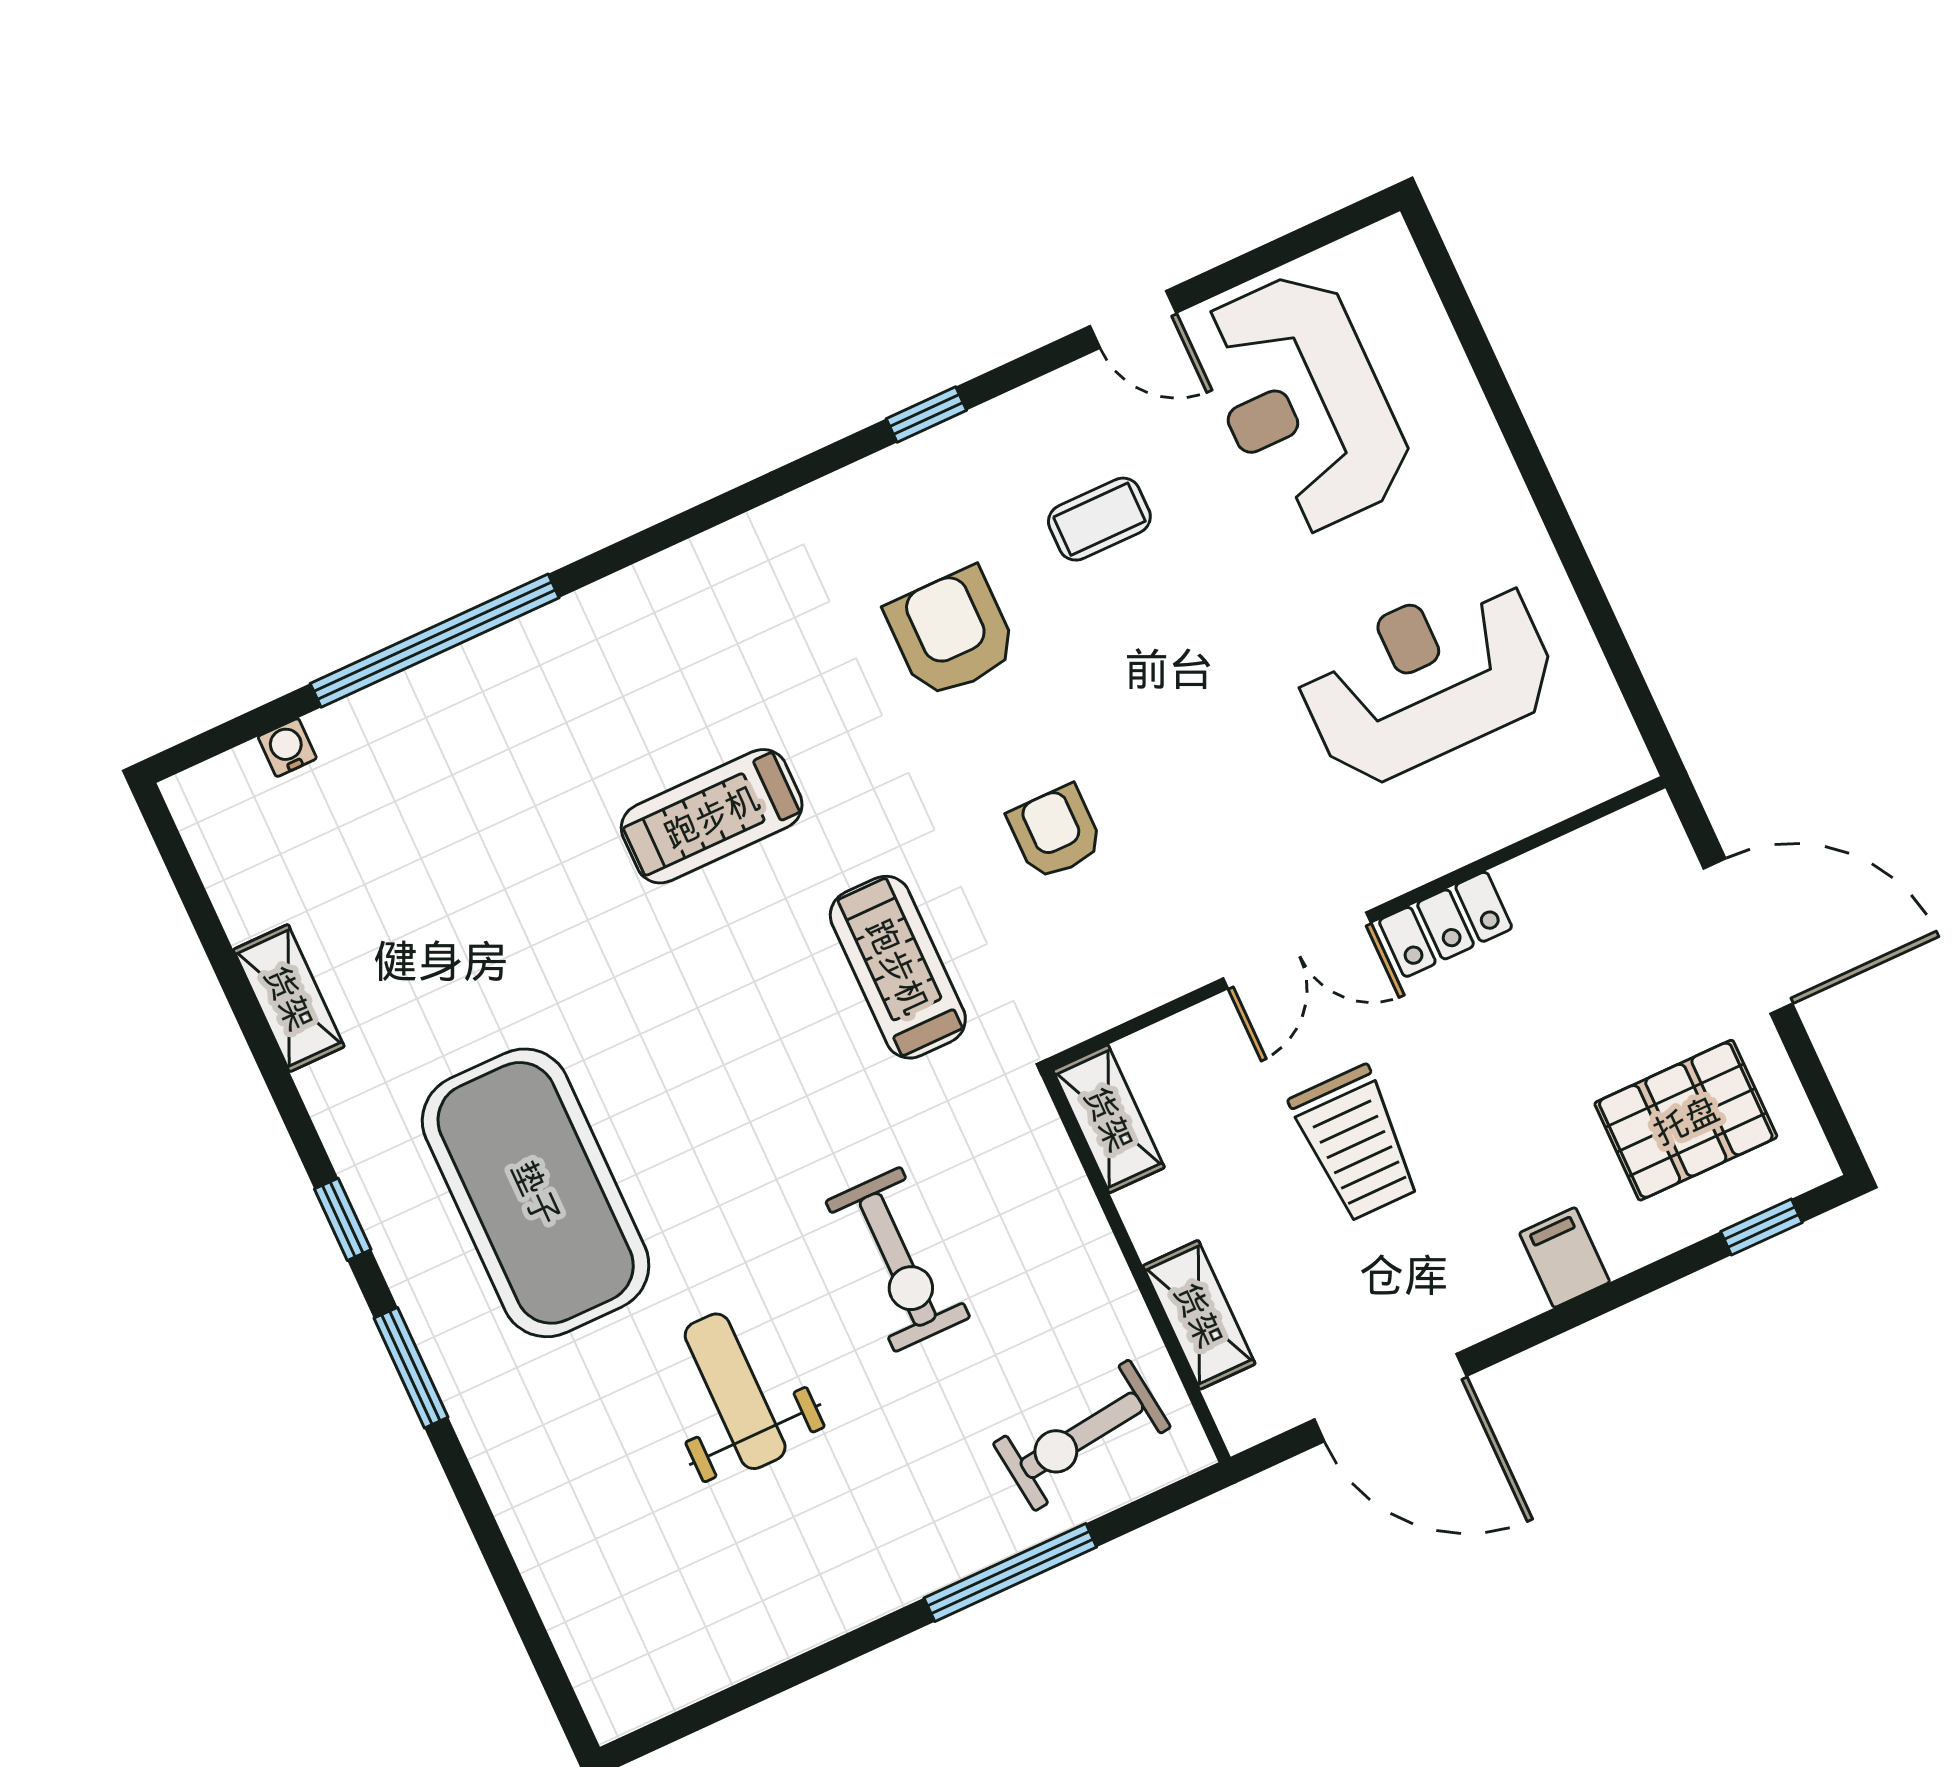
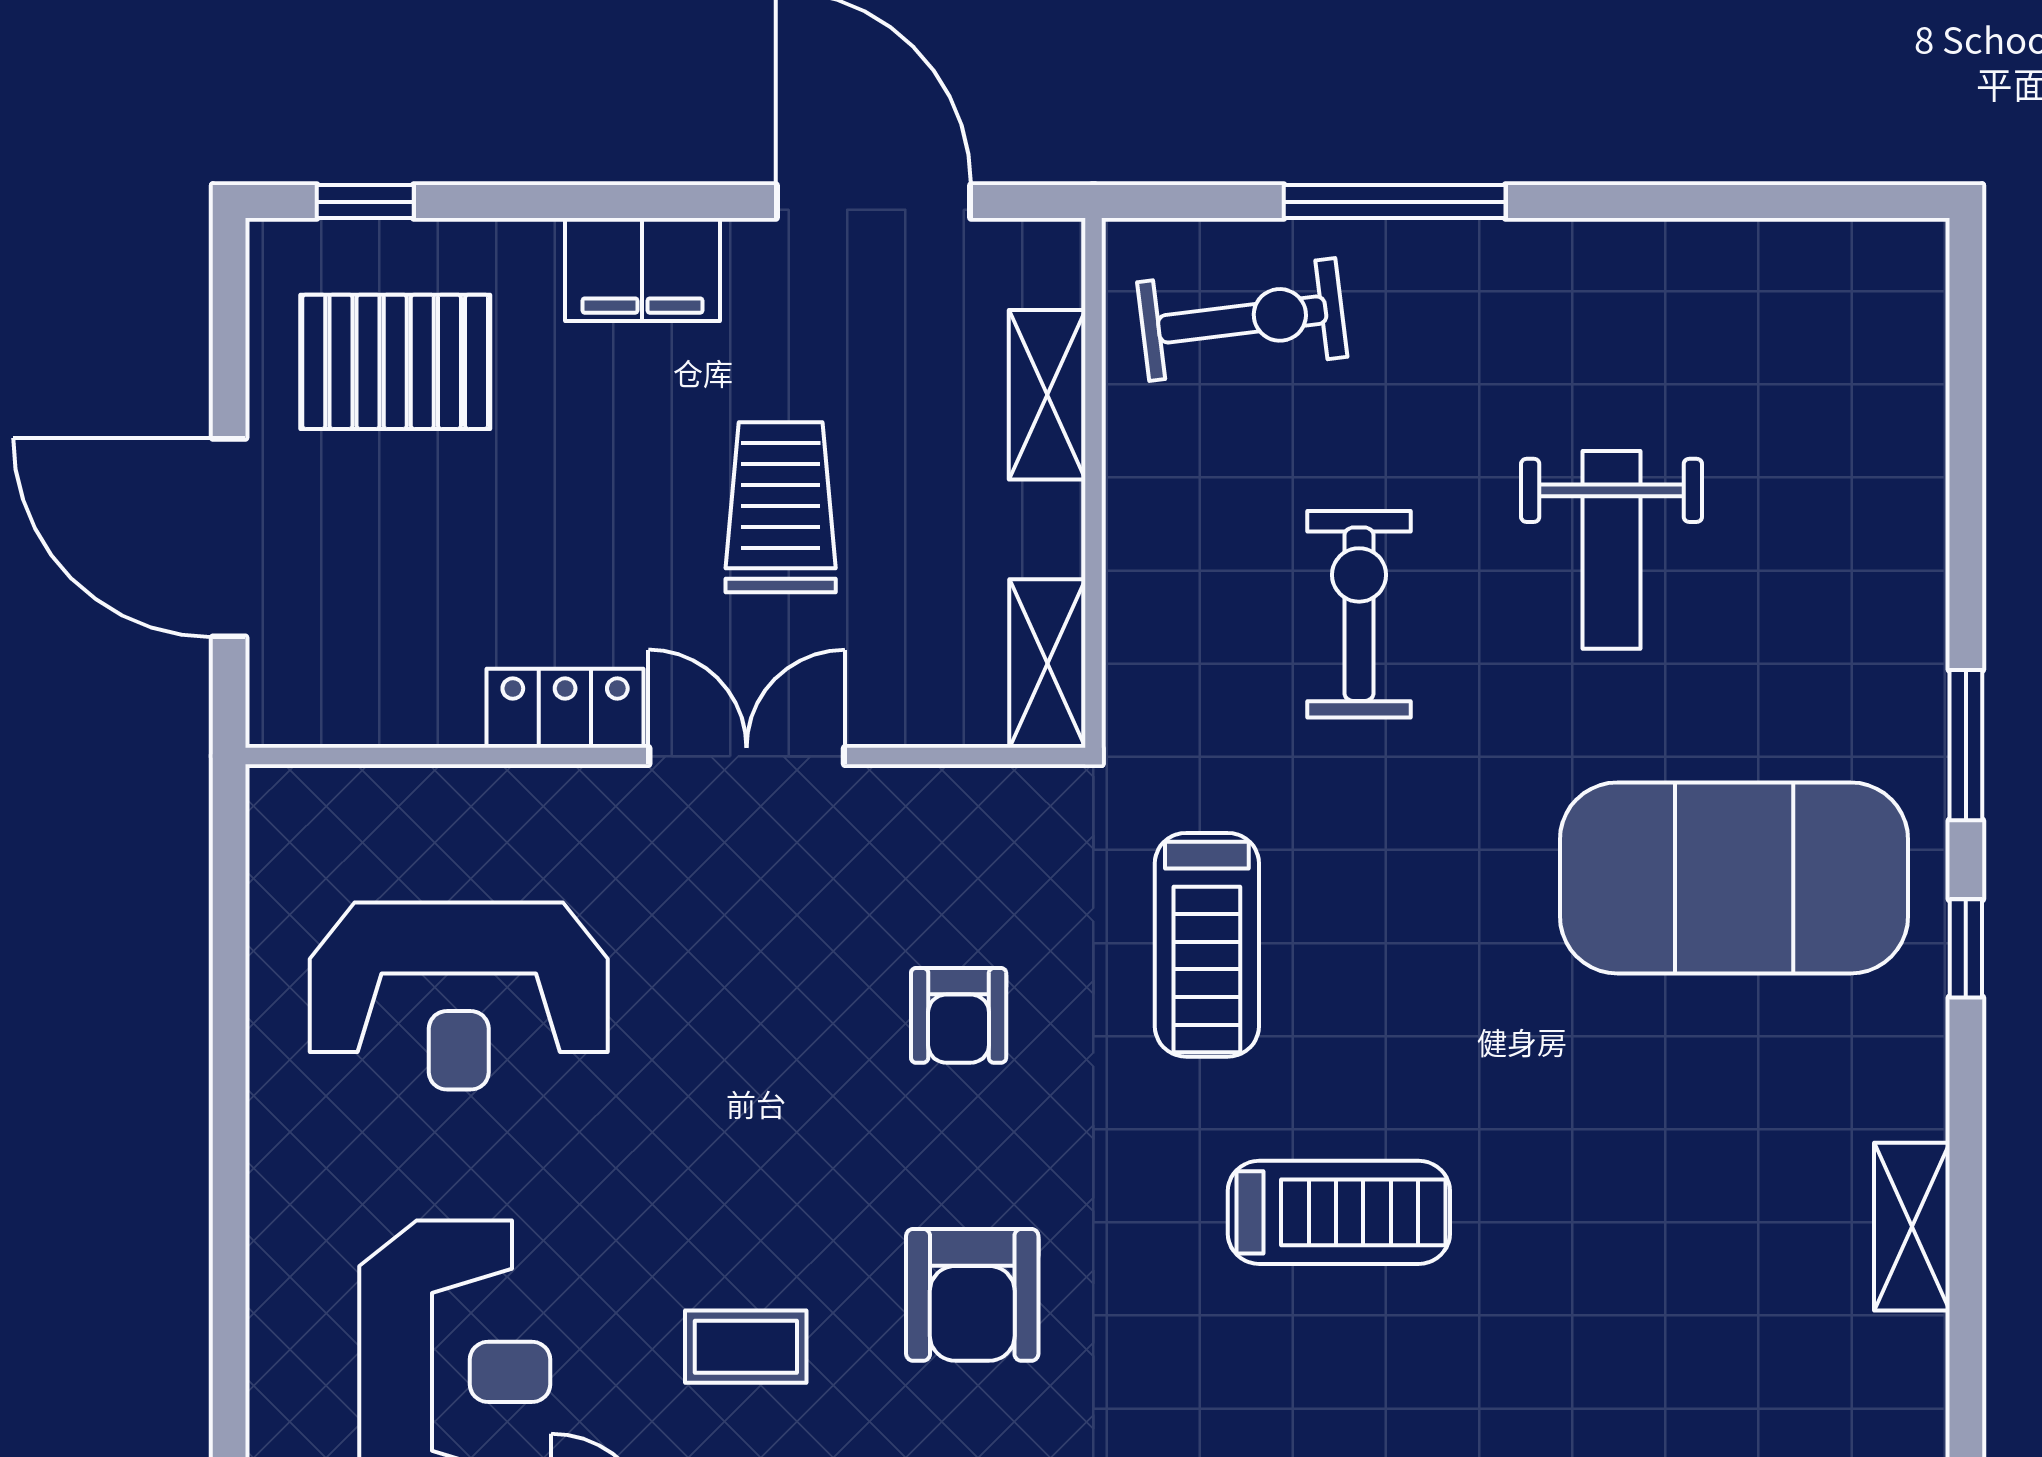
exercise mat: (536, 1193) -> (1734, 878), turned 90
filing cabinet: (1565, 1258) -> (642, 269), width x2.00

